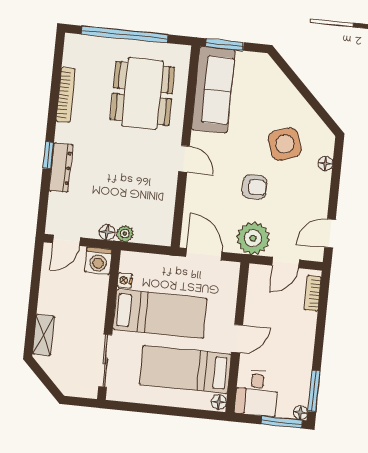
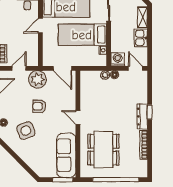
dresser: (61, 168) -> (142, 117), moved
door: (66, 240) -> (135, 68), hinge flipped
kitchen sink: (51, 296) -> (141, 38), added

